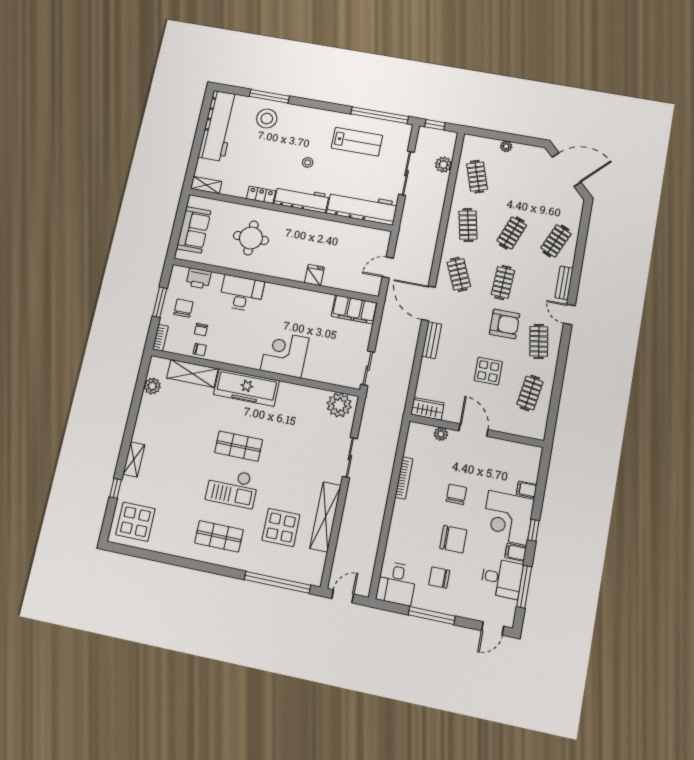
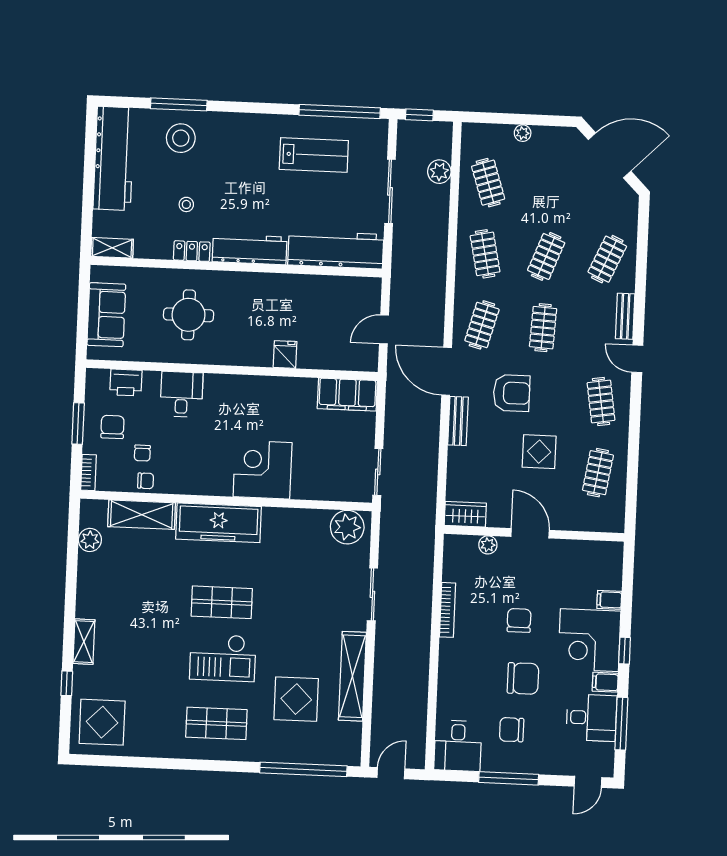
stool: (308, 162) -> (186, 204), moved
clothes rail: (459, 274) -> (482, 325), turned 39
desk: (242, 293) -> (182, 394), width x0.73
armchair: (505, 324) -> (512, 393), moved

